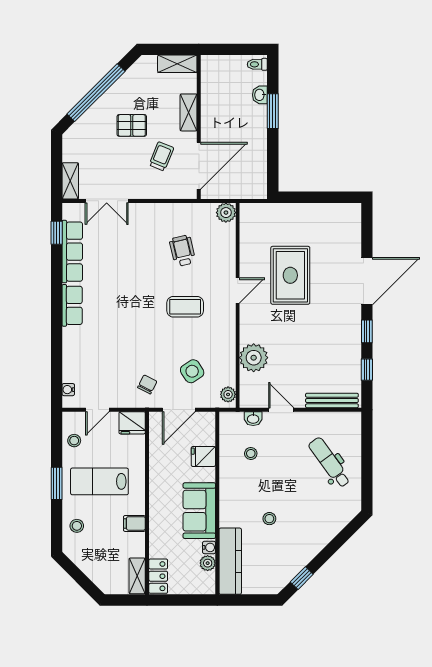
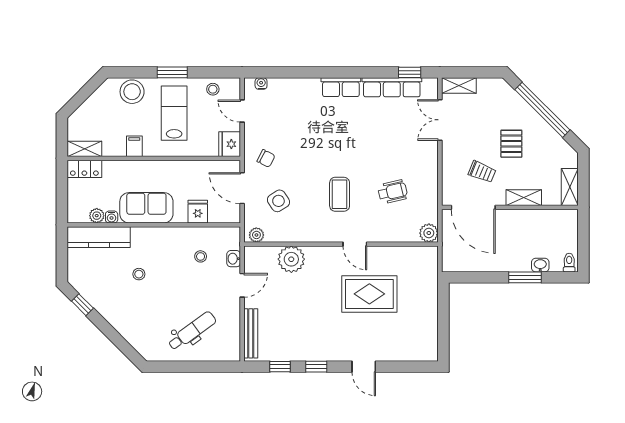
door: (367, 281) -> (364, 367), width x0.53
stool: (77, 526) -> (132, 92), width x1.89, depth x1.89

